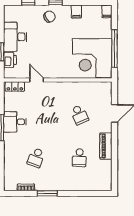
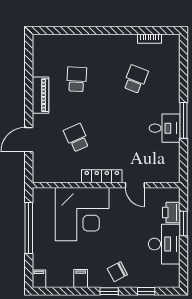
corner desk: (92, 58) -> (82, 214), moved, turned 90
locker: (15, 86) -> (102, 176), moved, width x1.53
window: (47, 193) -> (120, 30), removed

